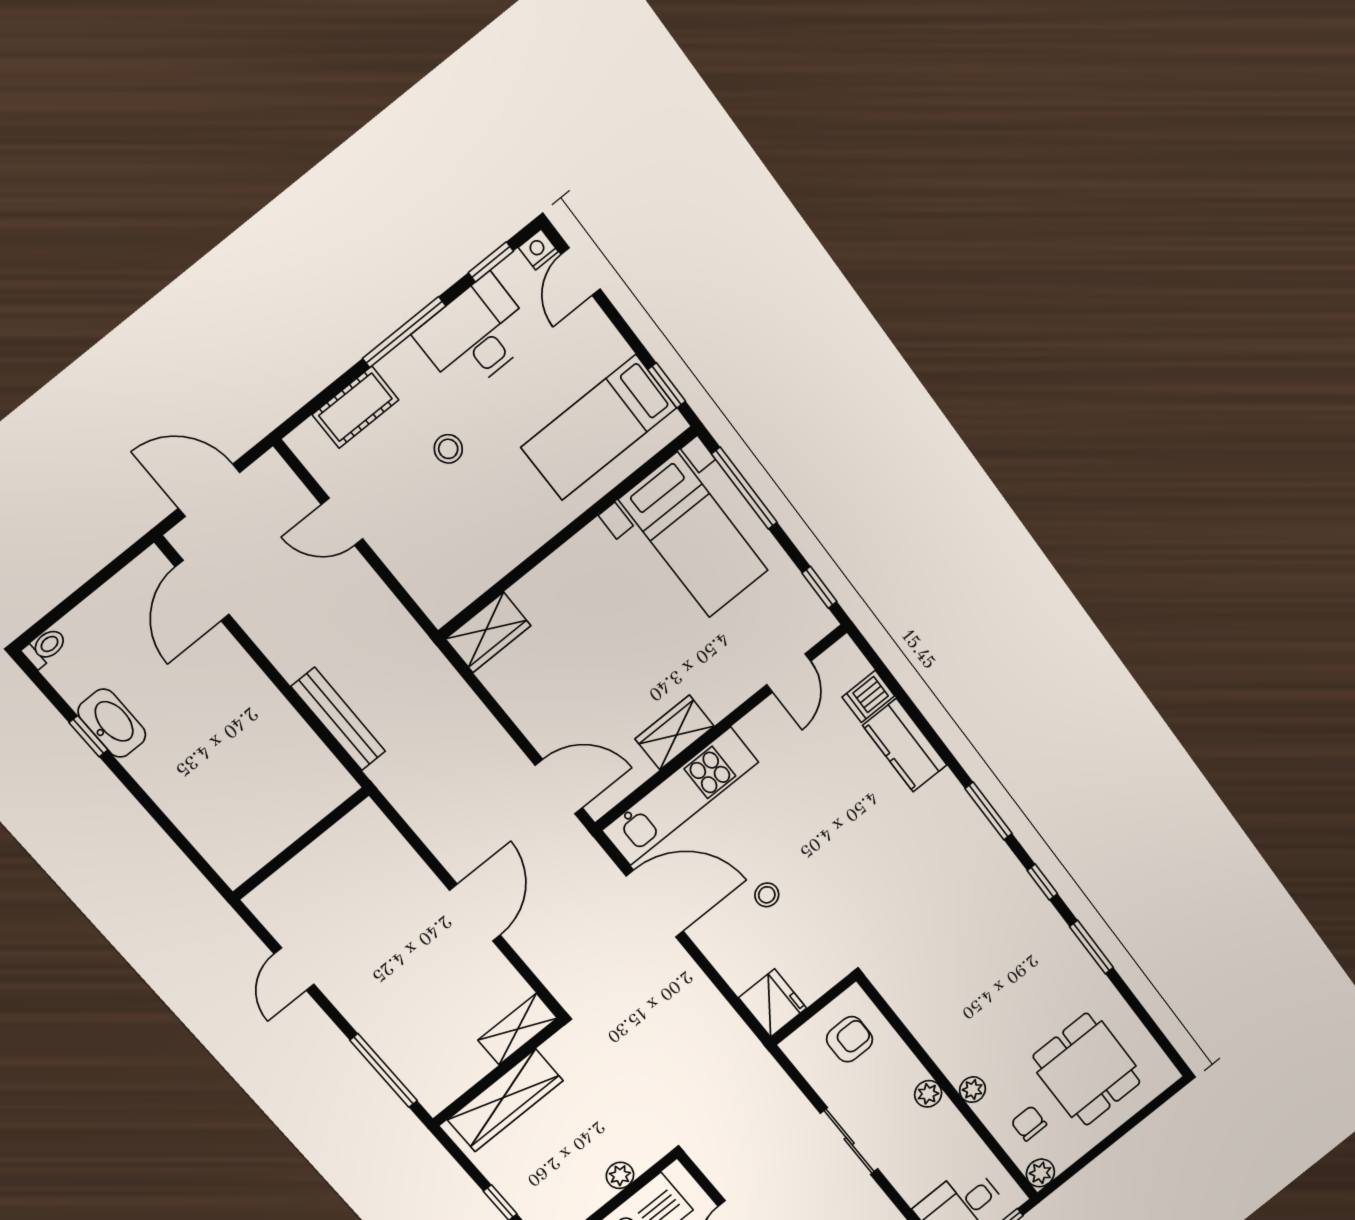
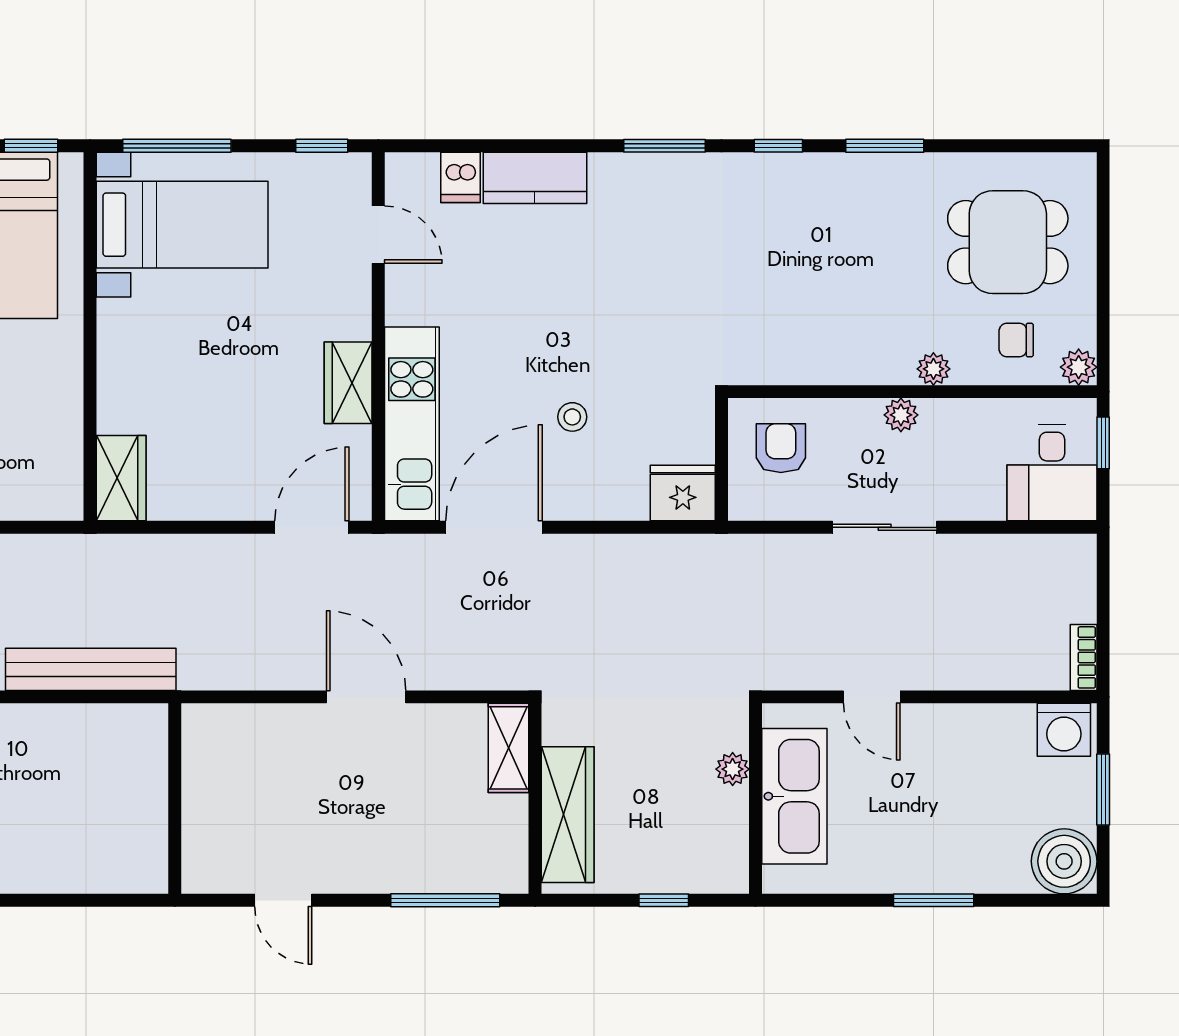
bench: (338, 719) -> (91, 669), width x1.37, depth x1.21

